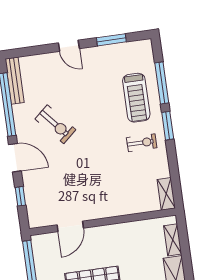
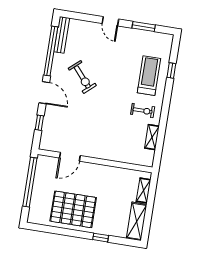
window: (162, 83) -> (171, 70), width x0.46
treadmill: (136, 98) -> (149, 76), turned 180
window: (168, 126) -> (166, 104), removed
shelving: (166, 194) -> (152, 137), moved

